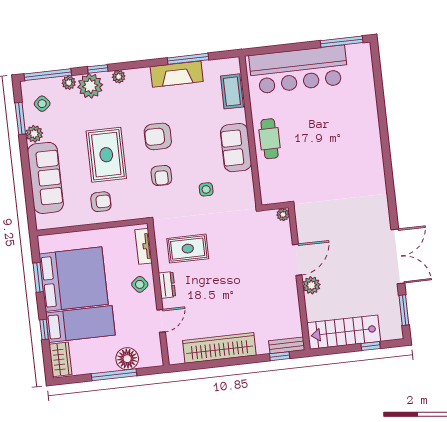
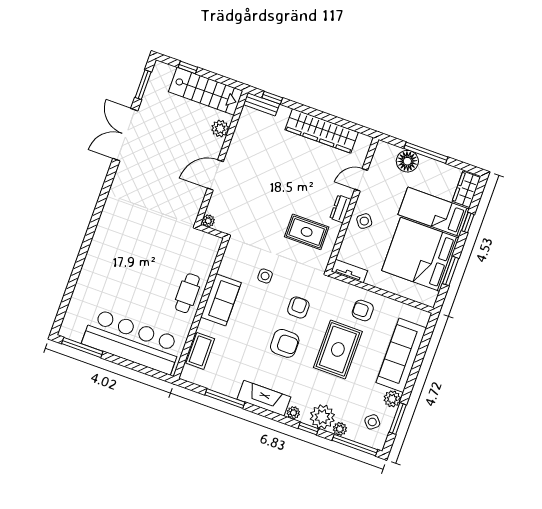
fireplace: (177, 74) -> (264, 398), moved
tv unit: (144, 246) -> (349, 271), moved, turned -90
plant: (311, 285) -> (220, 129), moved

